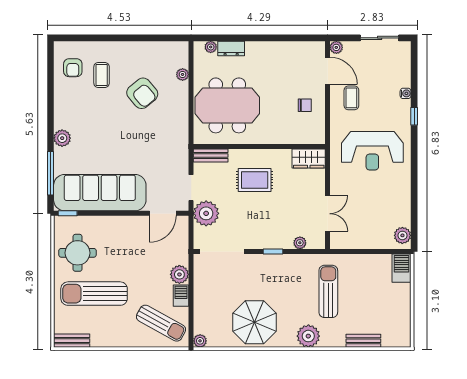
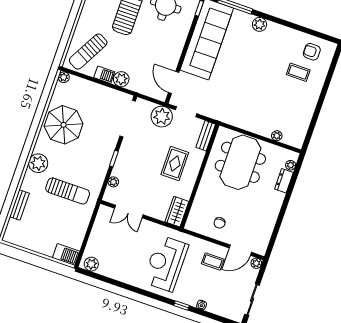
armchair: (142, 93) -> (273, 99), removed

